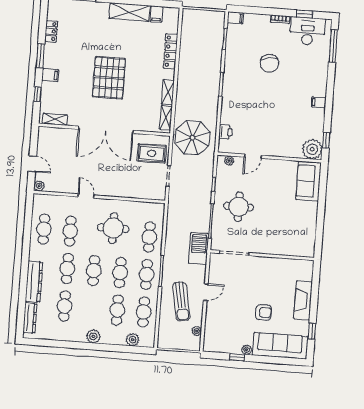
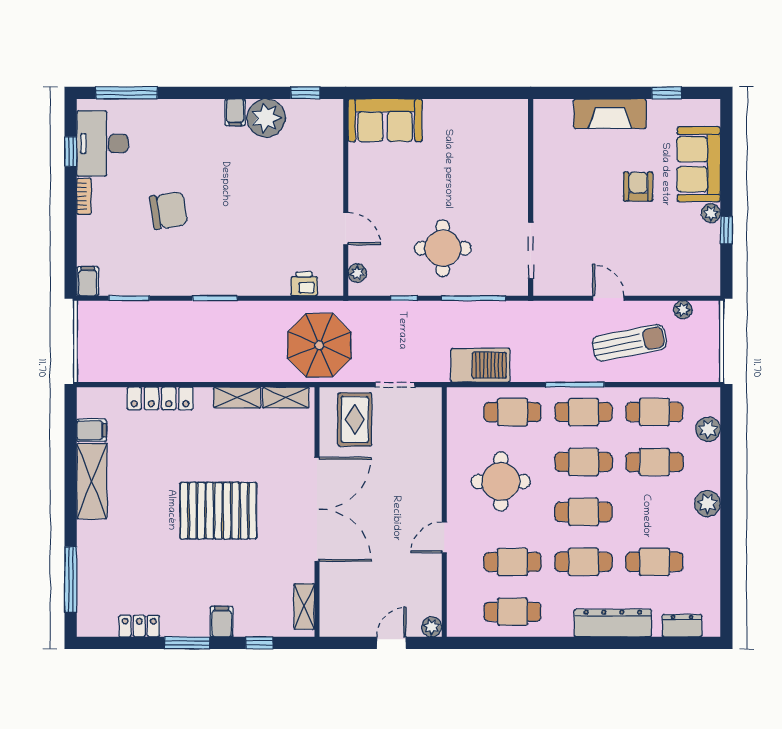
plant: (312, 149) -> (266, 118), moved
barbecue: (199, 248) -> (480, 365), moved, turned 180
dresser: (30, 318) -> (682, 626), width x0.70
sofa: (280, 346) -> (699, 164), width x0.73

